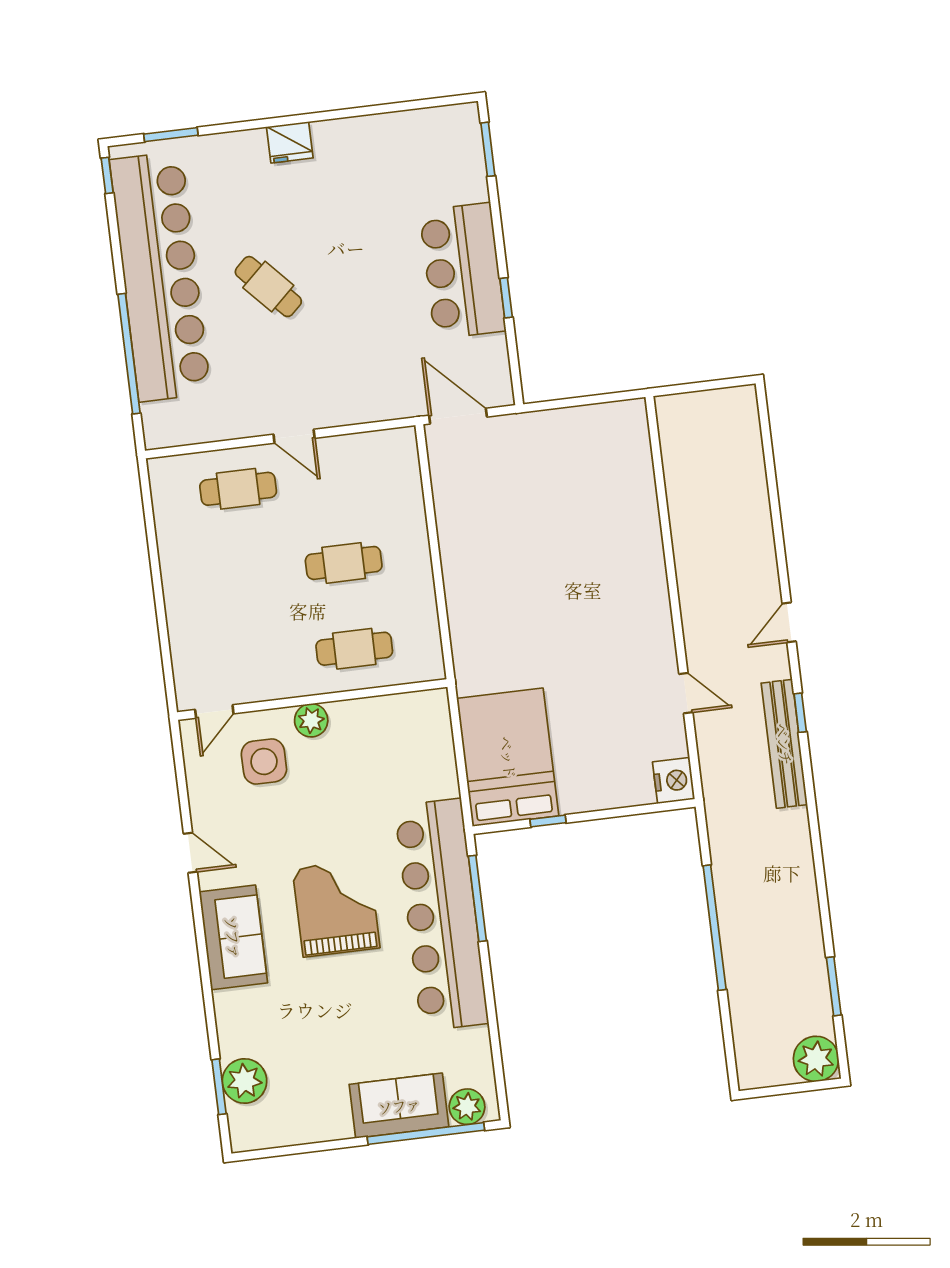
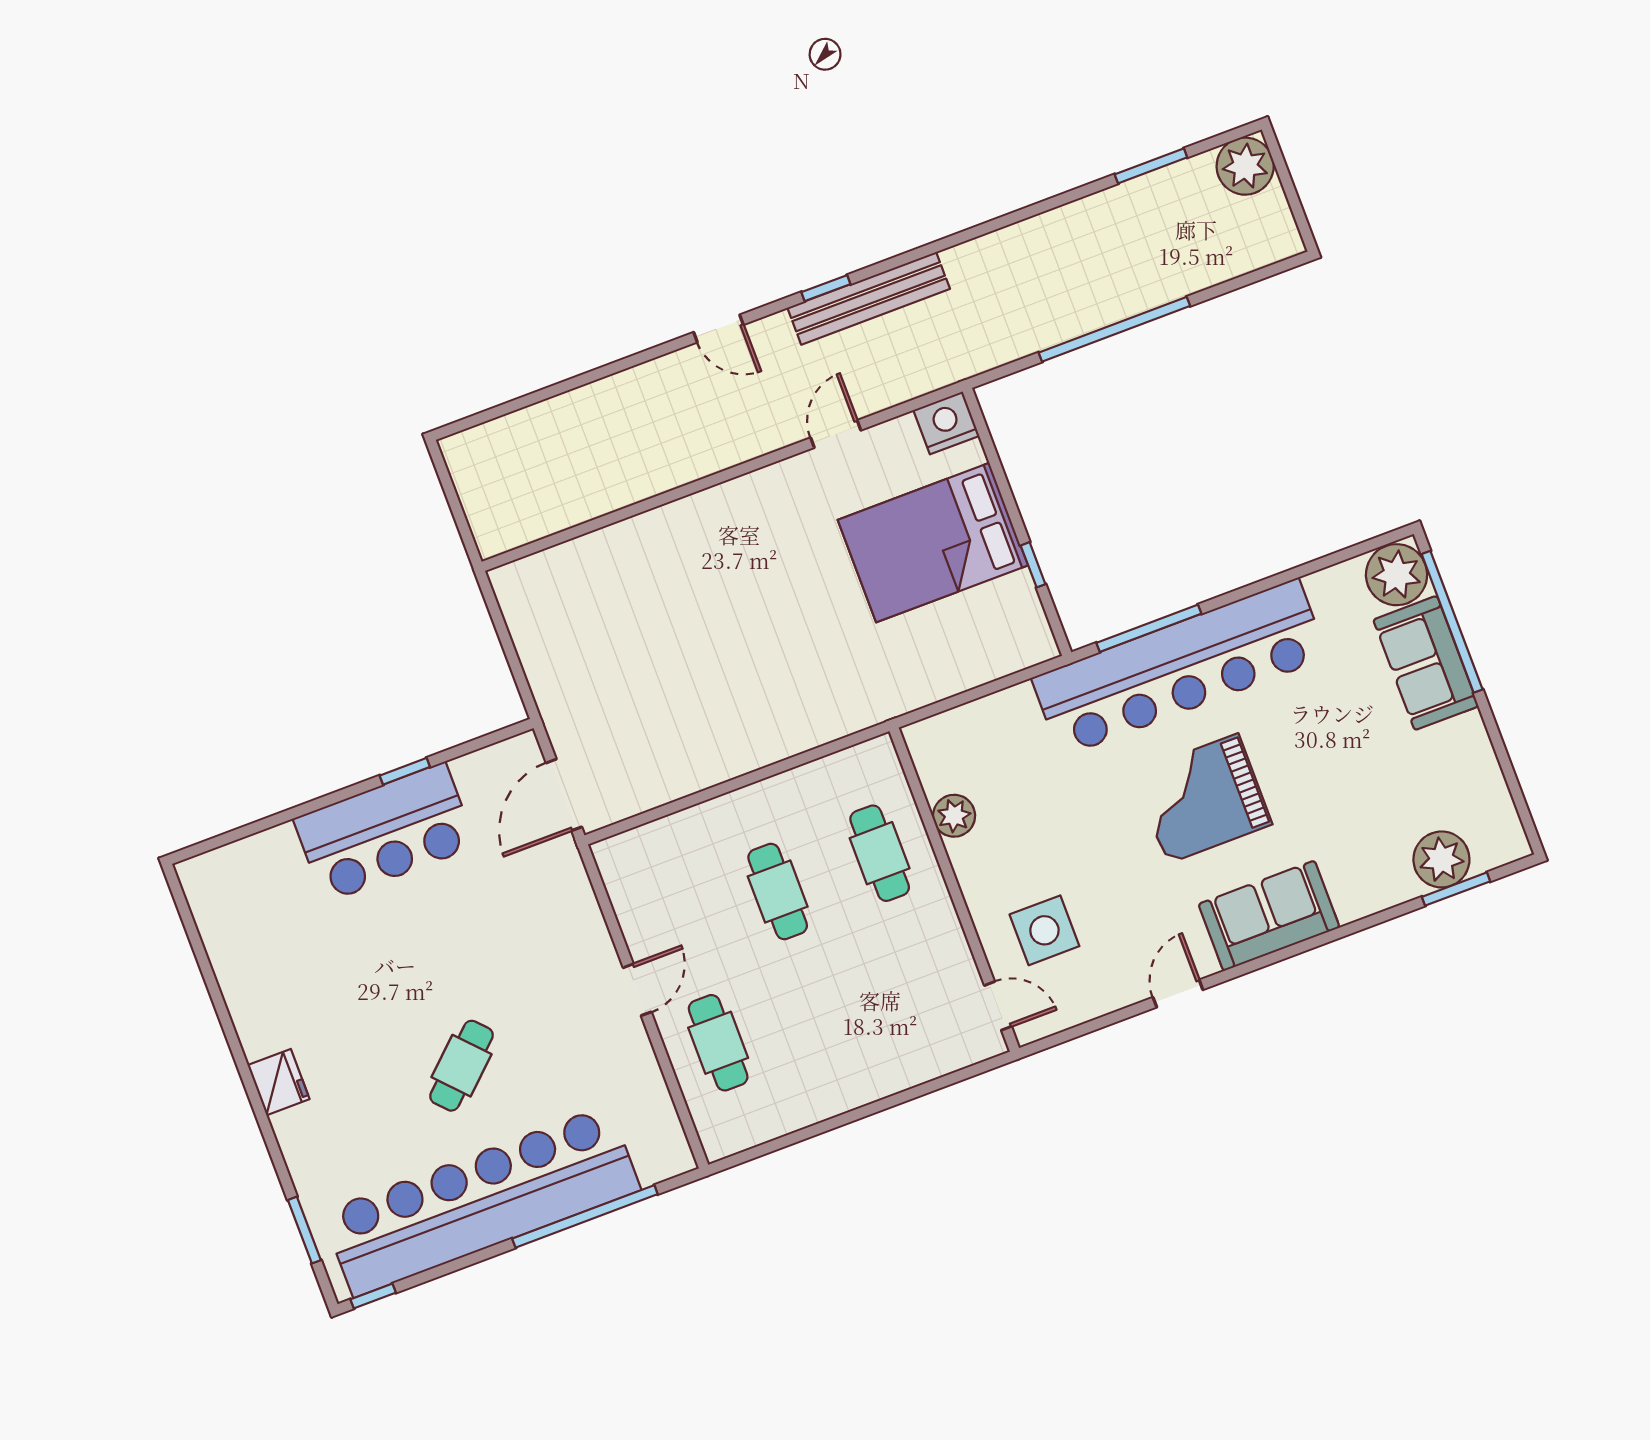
window: (488, 149) -> (228, 838), removed
plant: (311, 720) -> (954, 816), moved
bed: (508, 757) -> (933, 543), moved
plant: (467, 1107) -> (1397, 575), width x1.36, depth x1.36

